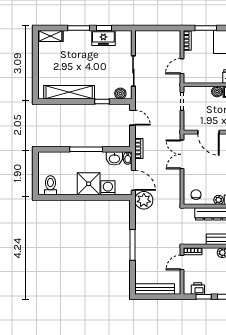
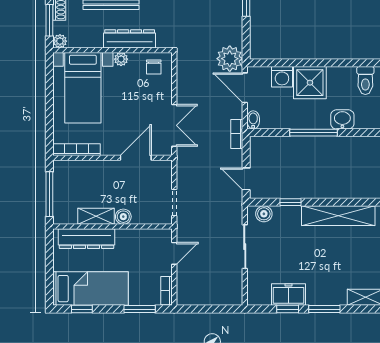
door: (209, 132) -> (136, 158), hinge flipped
washbasin: (114, 158) -> (342, 119), moved

